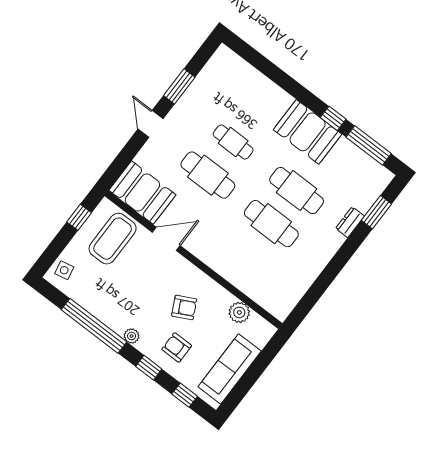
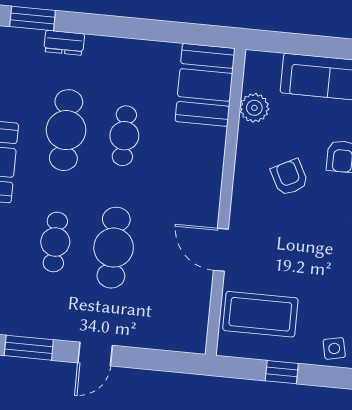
booth: (142, 193) -> (205, 85), moved
window: (79, 217) -> (282, 372), moved
cafe table: (271, 224) -> (124, 136), width x0.73, depth x0.74

